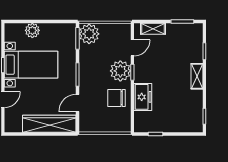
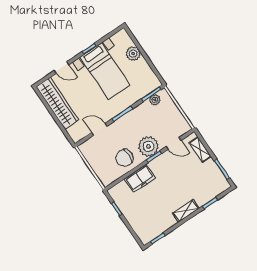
plant: (89, 34) -> (155, 100), width x0.53, depth x0.53
chair: (116, 98) -> (125, 158), turned -90
wardrobe: (49, 124) -> (57, 103), moved

